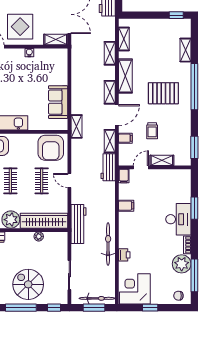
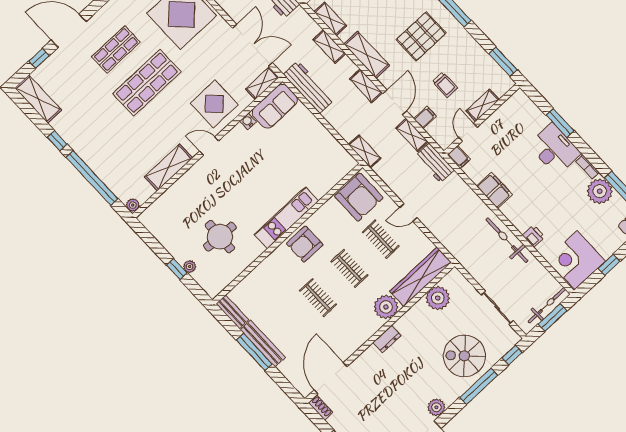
sofa: (58, 102) -> (275, 106), moved, turned -90
filing cabinet: (126, 206) -> (494, 190), width x2.00
workbench: (79, 224) -> (309, 87), moved
plant: (39, 236) -> (438, 298), width x1.88, depth x1.88

